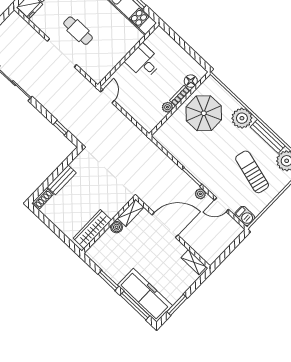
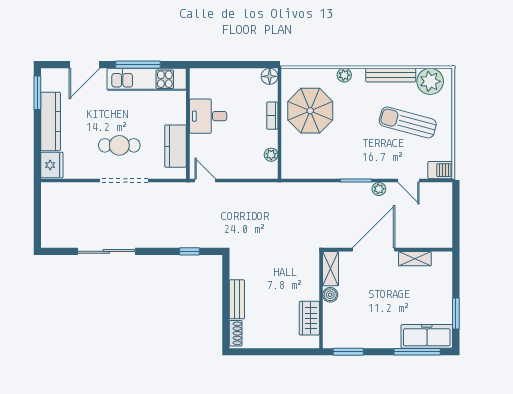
kitchen counter: (109, 61) -> (175, 146), added
floor lamp: (191, 81) -> (270, 76), moved
plant: (167, 107) -> (271, 155), moved
plant: (242, 118) -> (344, 75), width x0.53, depth x0.53
door: (221, 205) -> (408, 181), hinge flipped
wardrobe: (92, 229) -> (309, 318), width x0.67
shelving: (194, 262) -> (415, 259), moved
window: (108, 280) -> (348, 352), moved
freezer: (145, 295) -> (427, 336), width x0.73, depth x0.79

